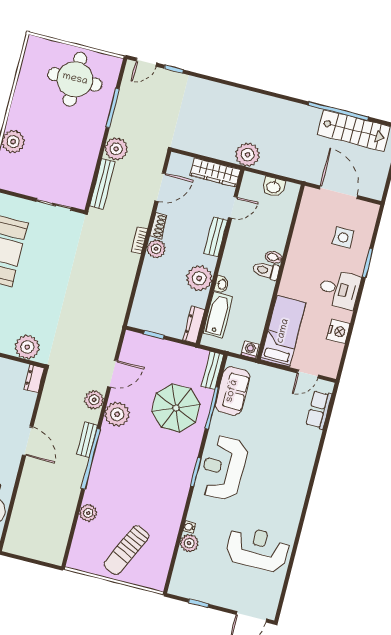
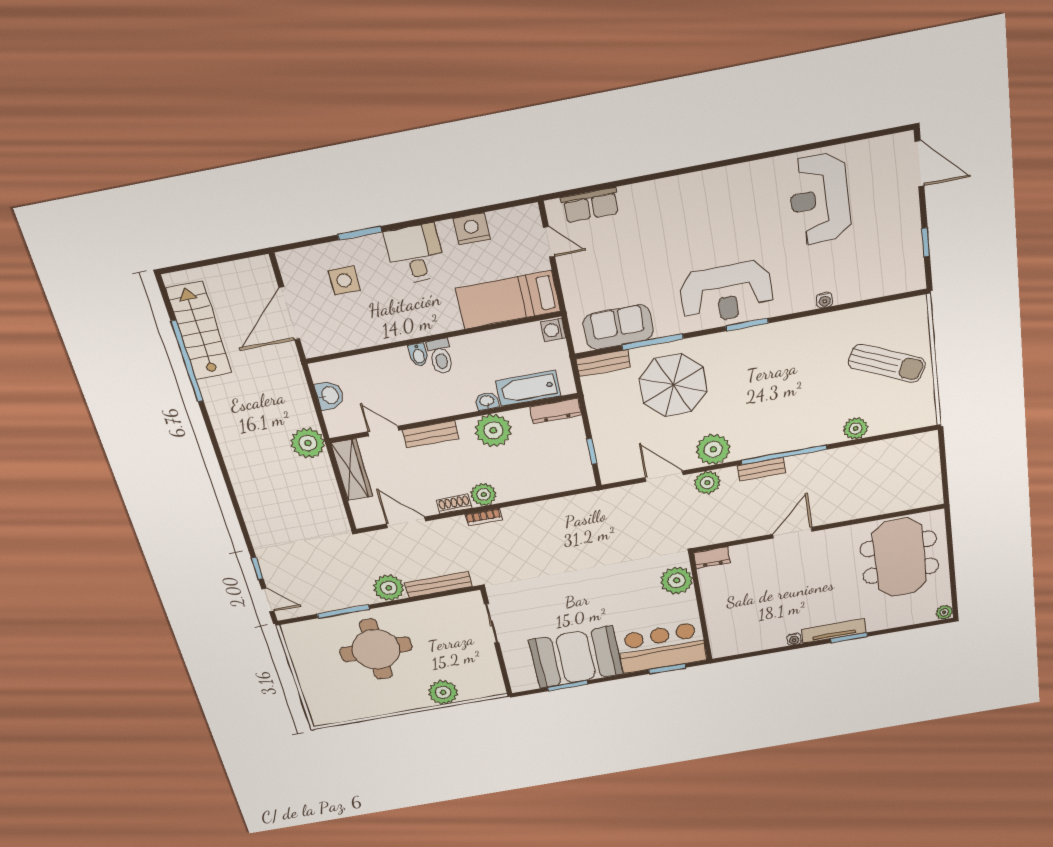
round table: (75, 79) -> (376, 649), moved
plant: (189, 543) -> (847, 291), removed

